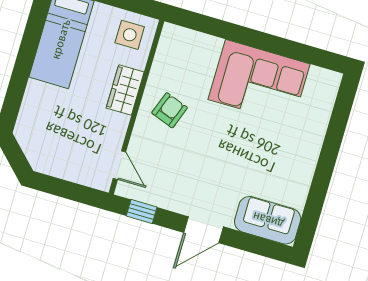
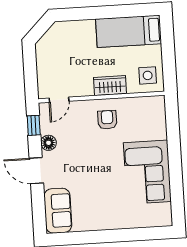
armchair: (170, 110) -> (107, 120), turned -110
floor lamp: (172, 200) -> (48, 143), added

